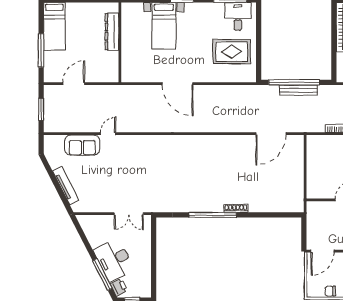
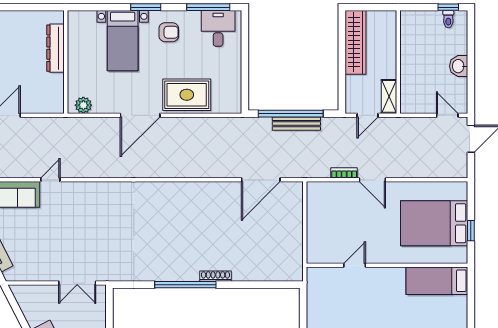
armchair: (200, 19) -> (169, 32), added
rug: (232, 52) -> (187, 95), moved
plant: (133, 76) -> (83, 105), added
door: (178, 84) -> (140, 115), hinge flipped

